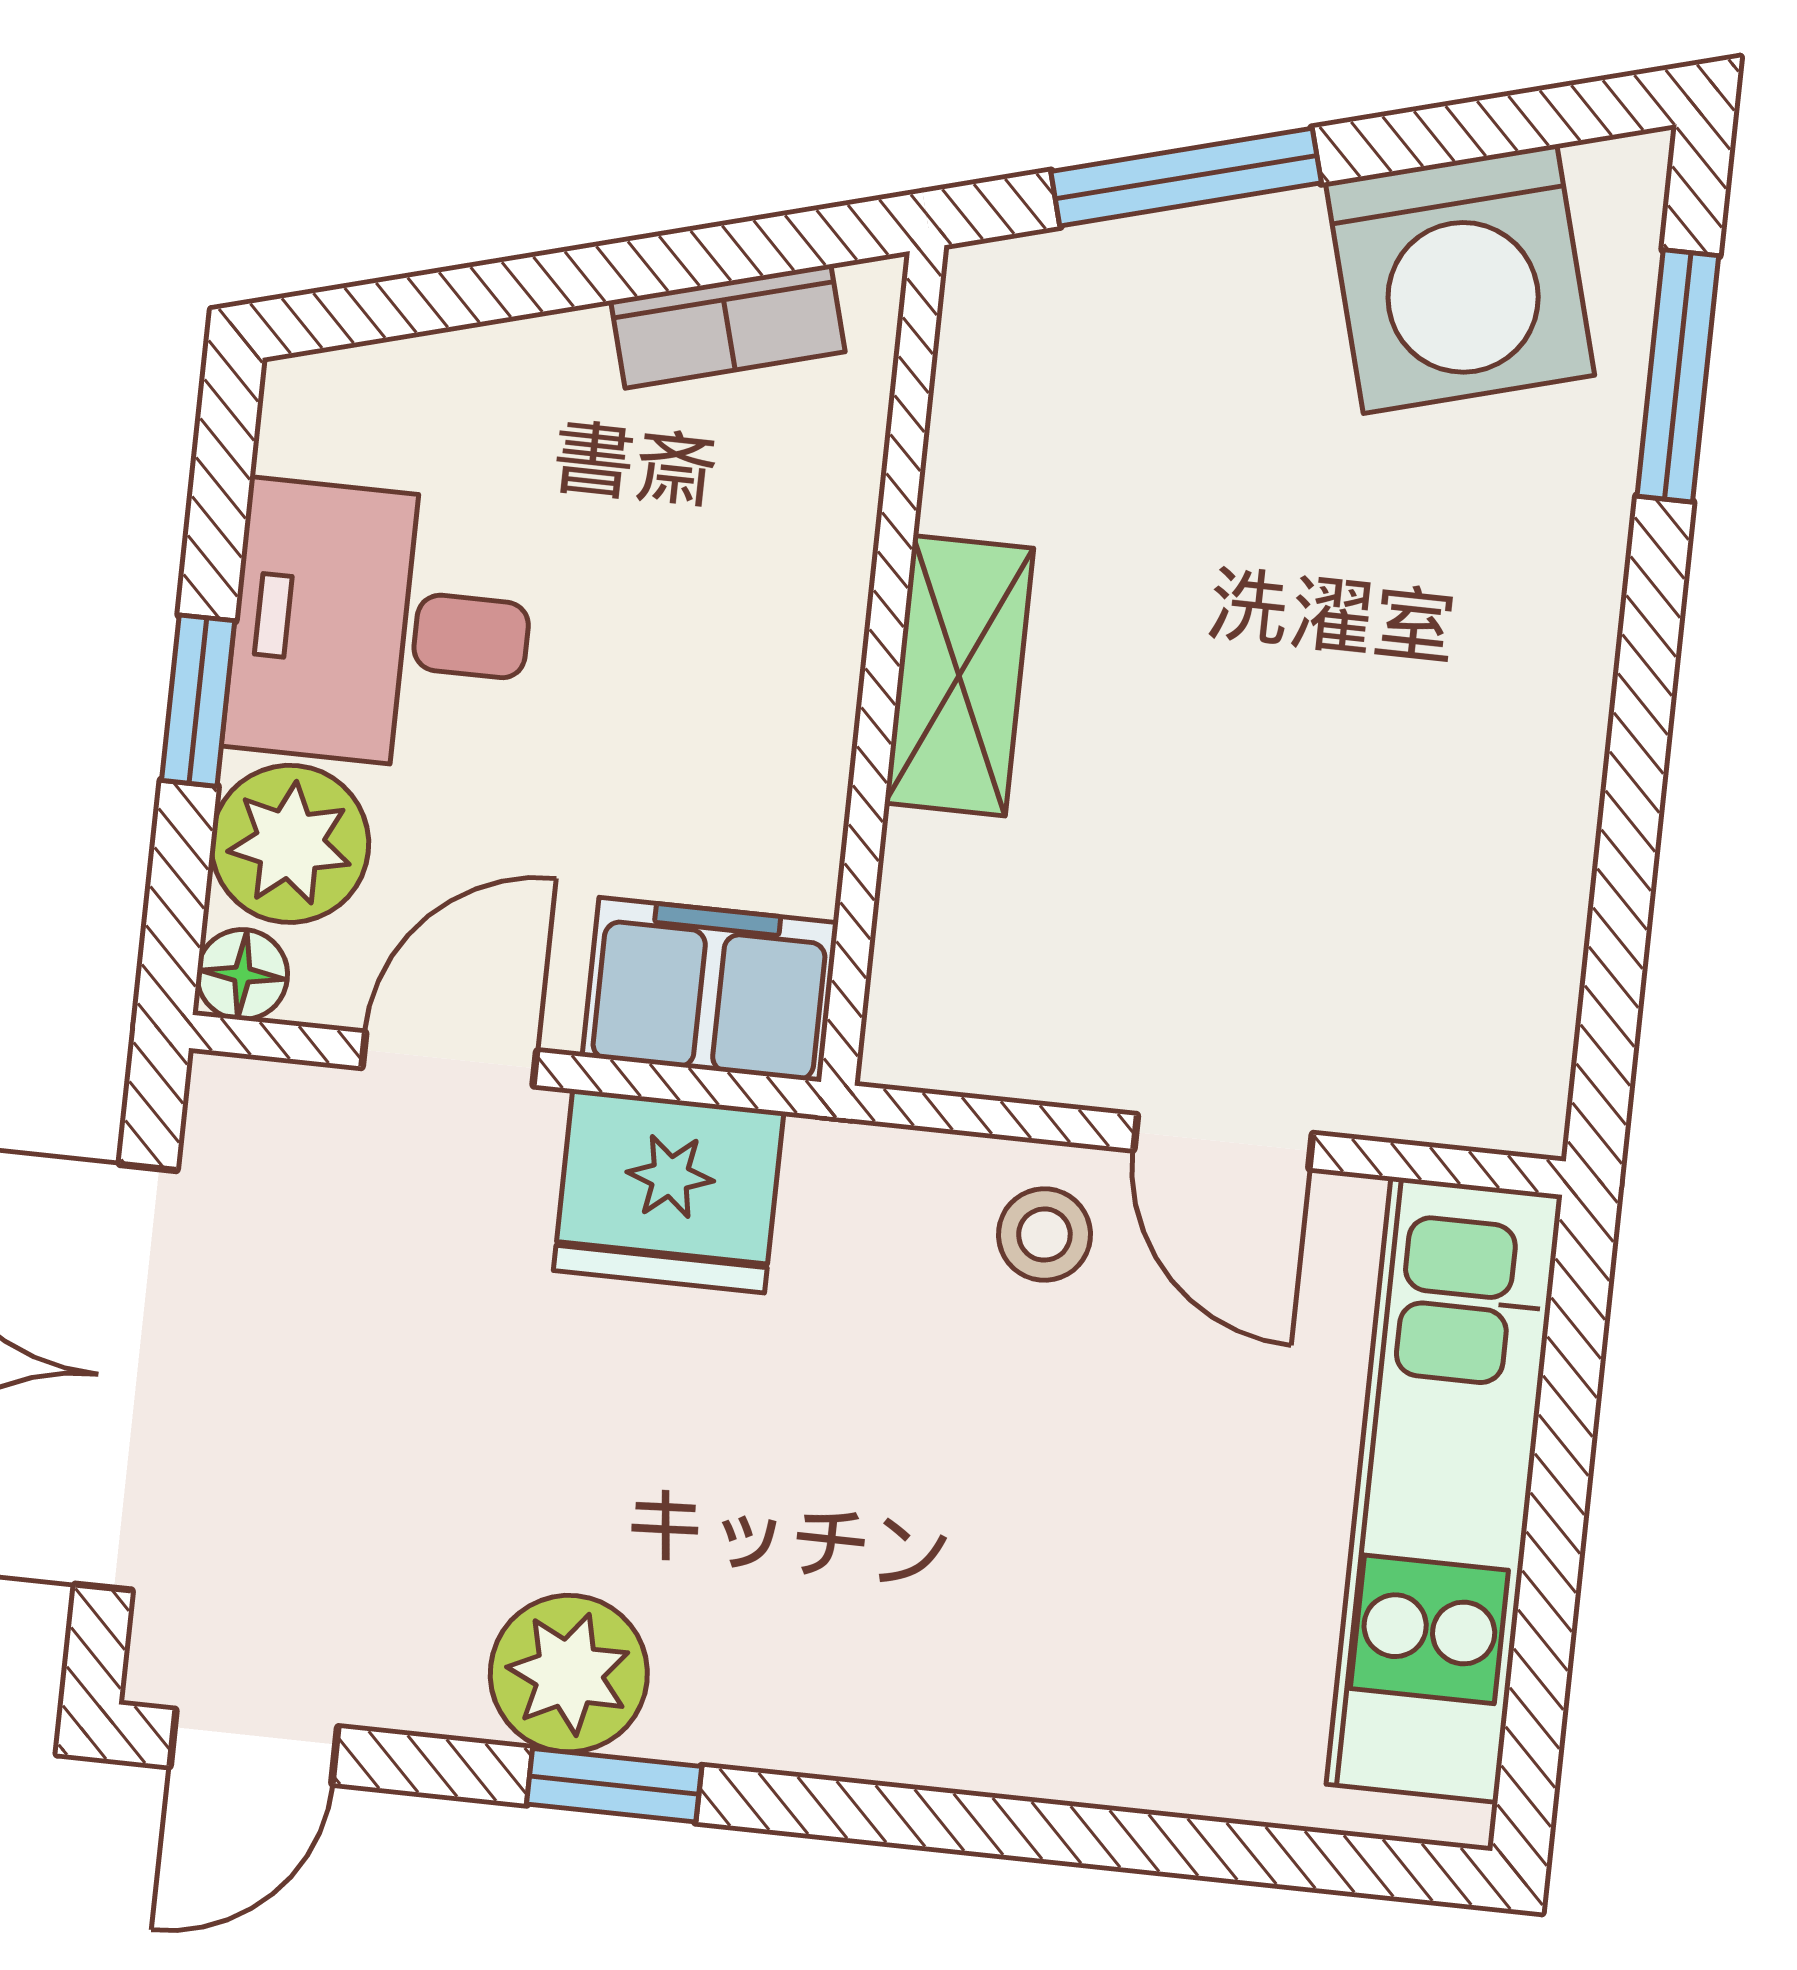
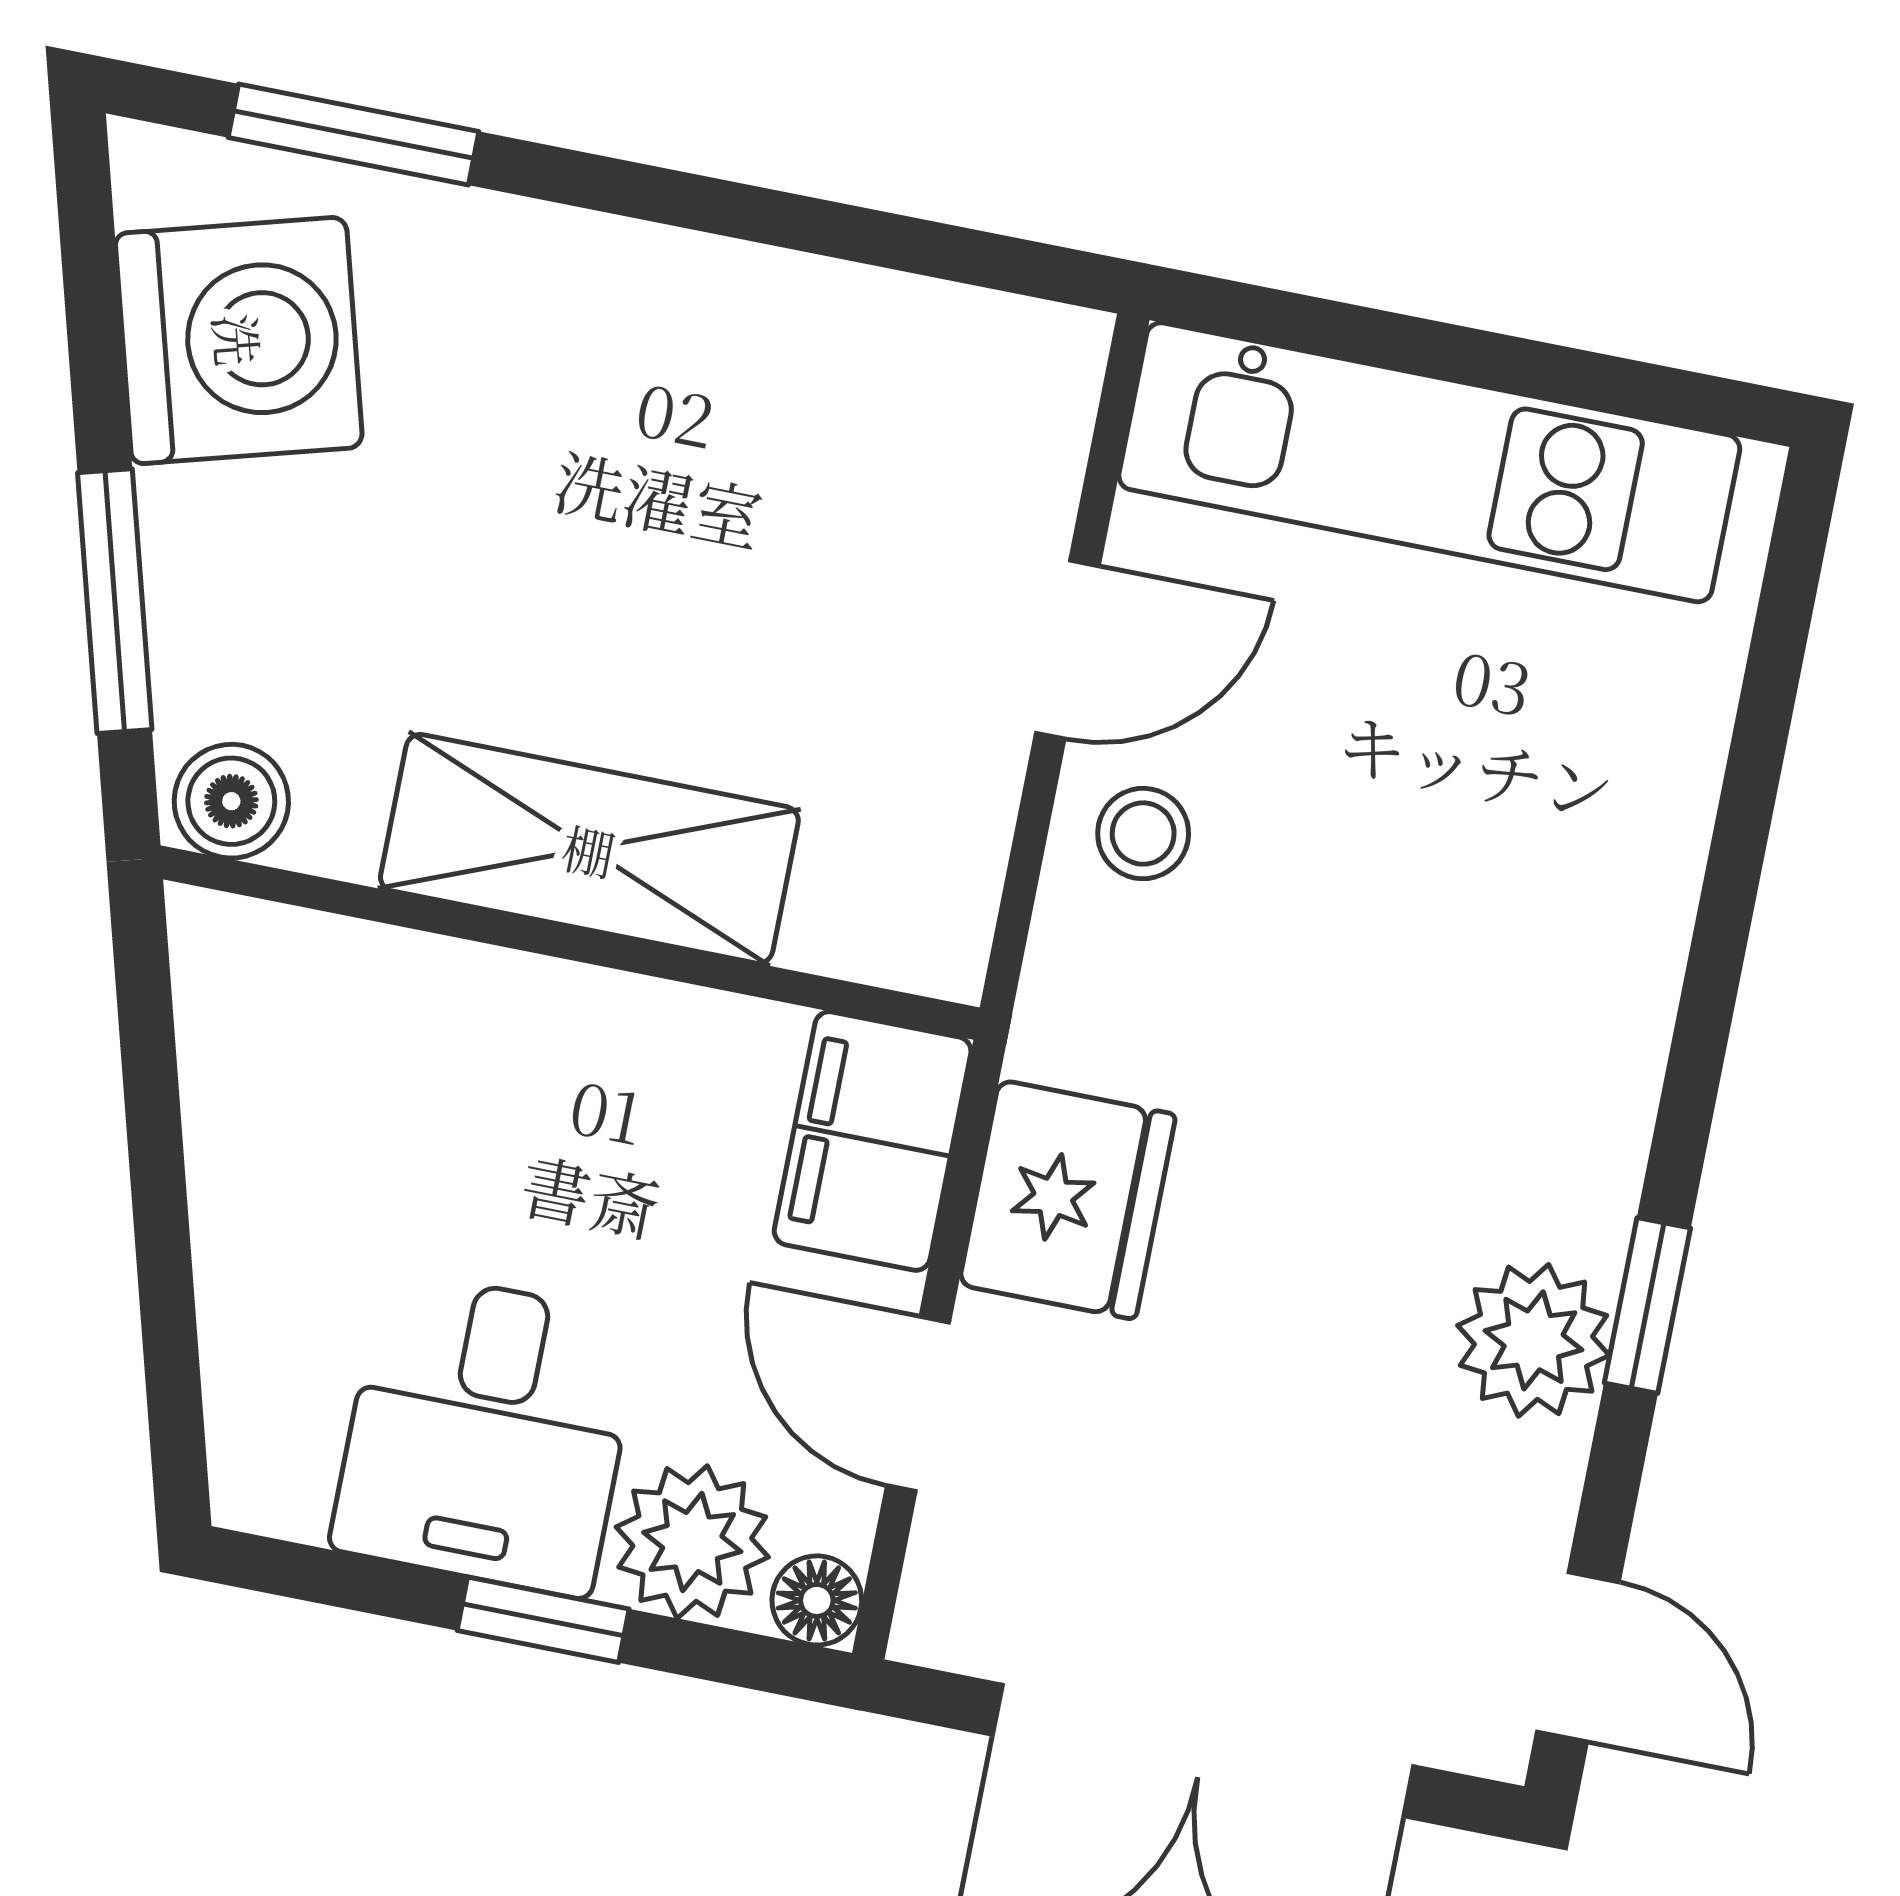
boiler: (995, 313) -> (231, 801), added
bookcase: (728, 326) -> (221, 1065), removed
shelving: (959, 676) -> (589, 849), width x1.50, depth x1.33

